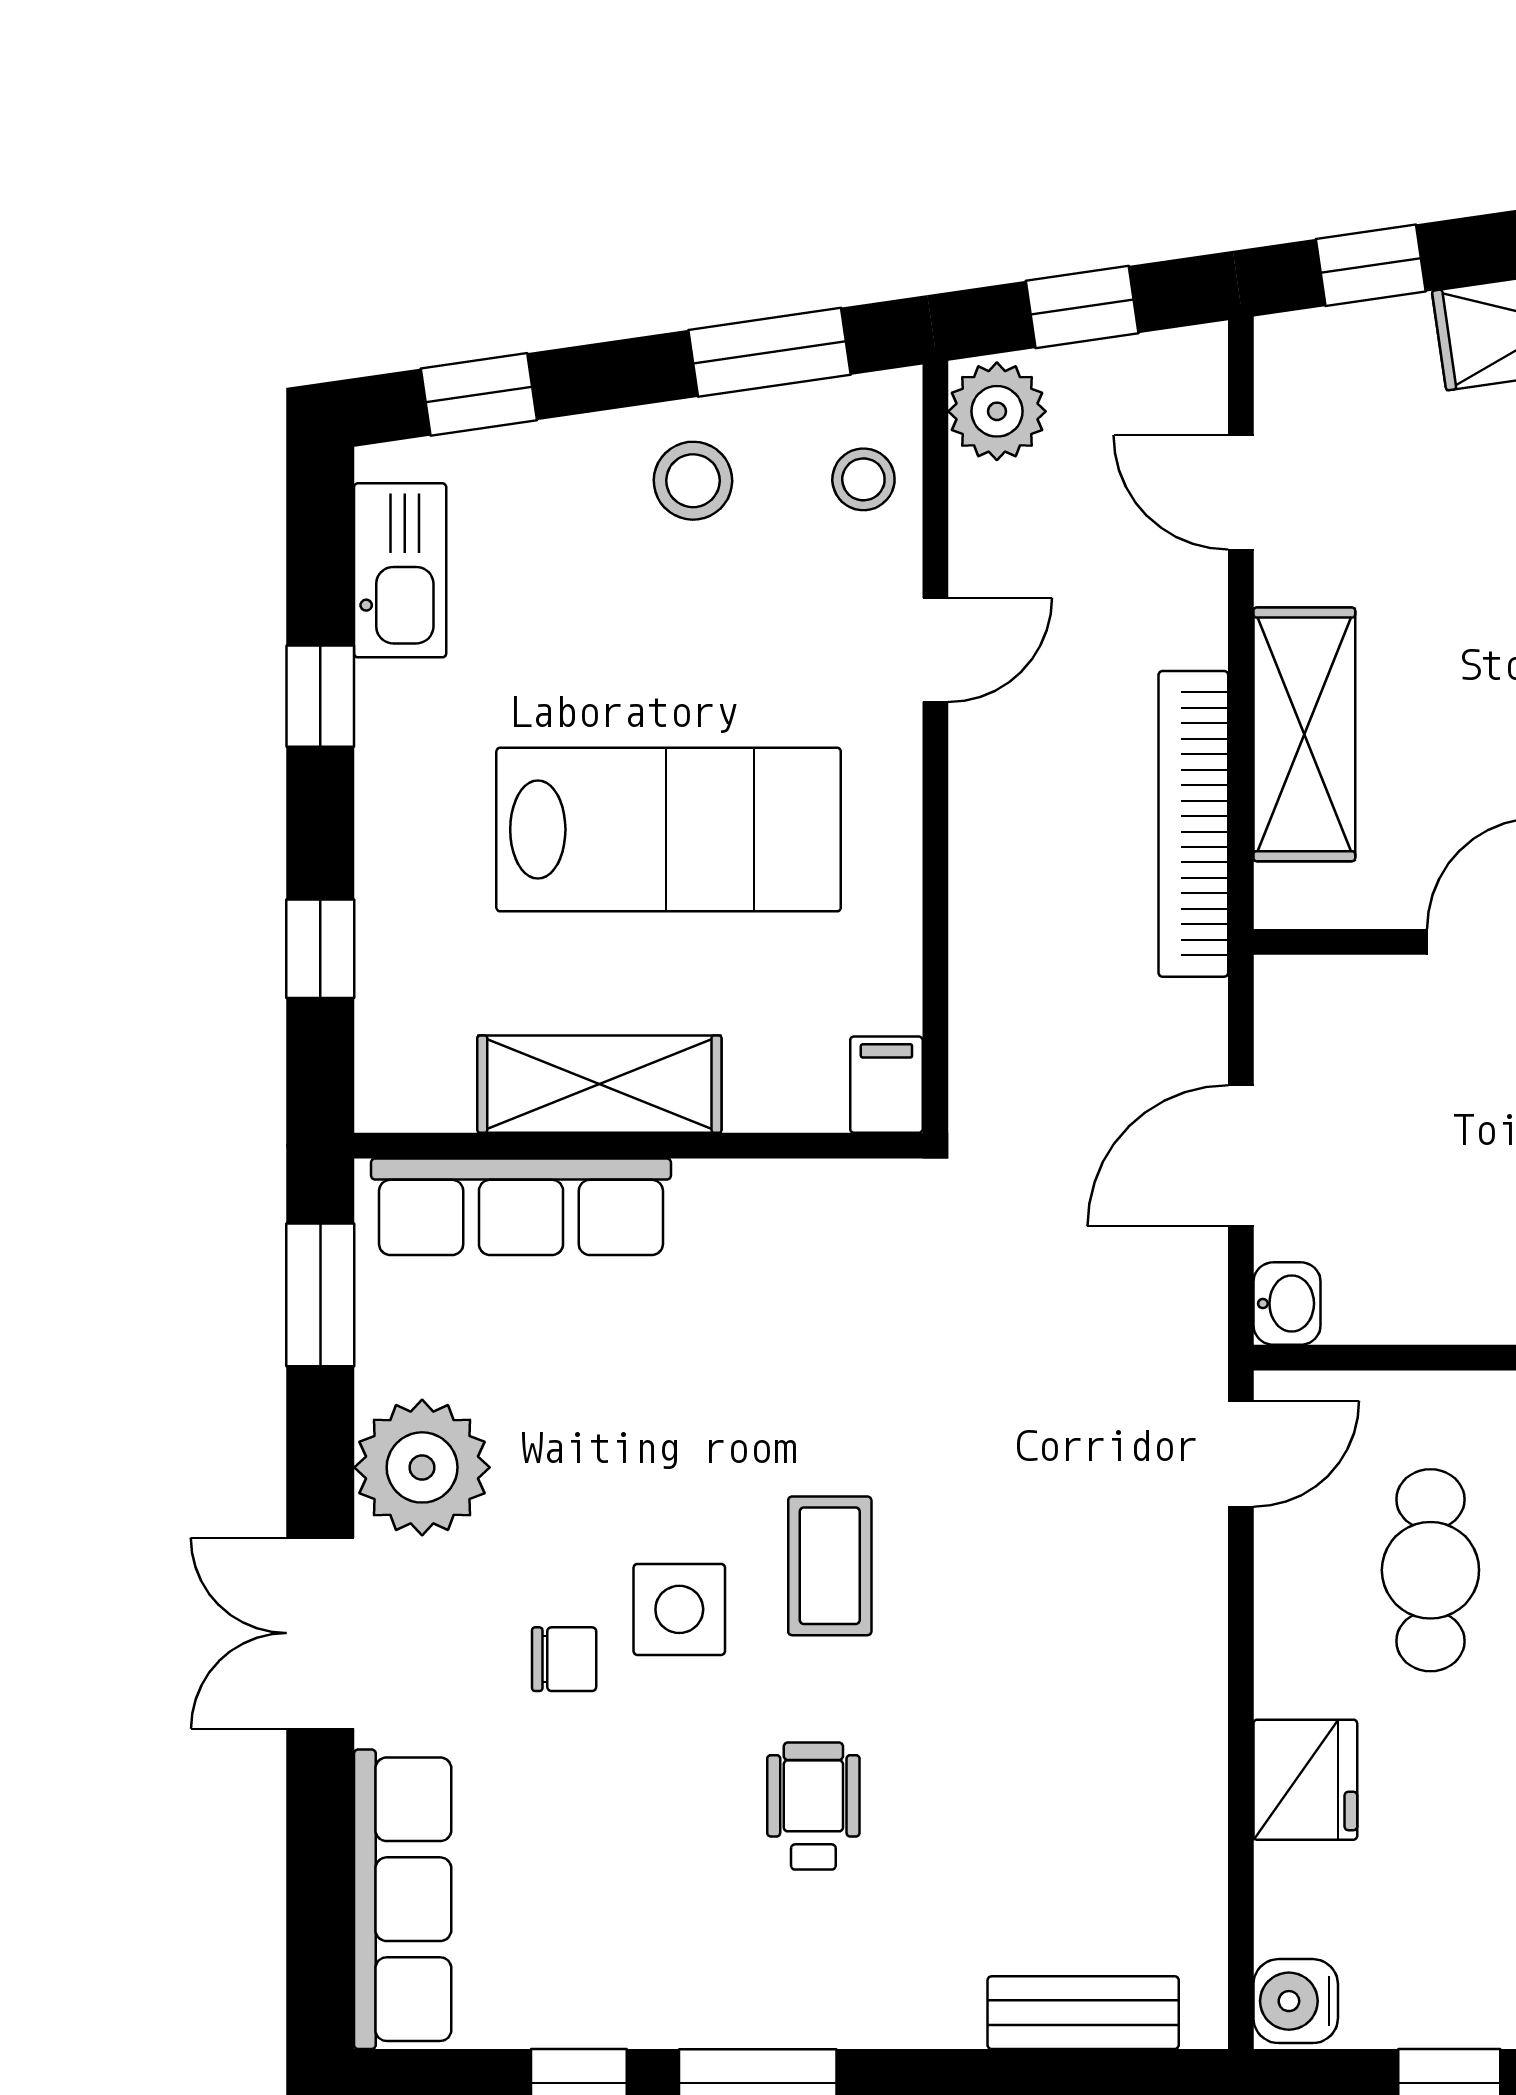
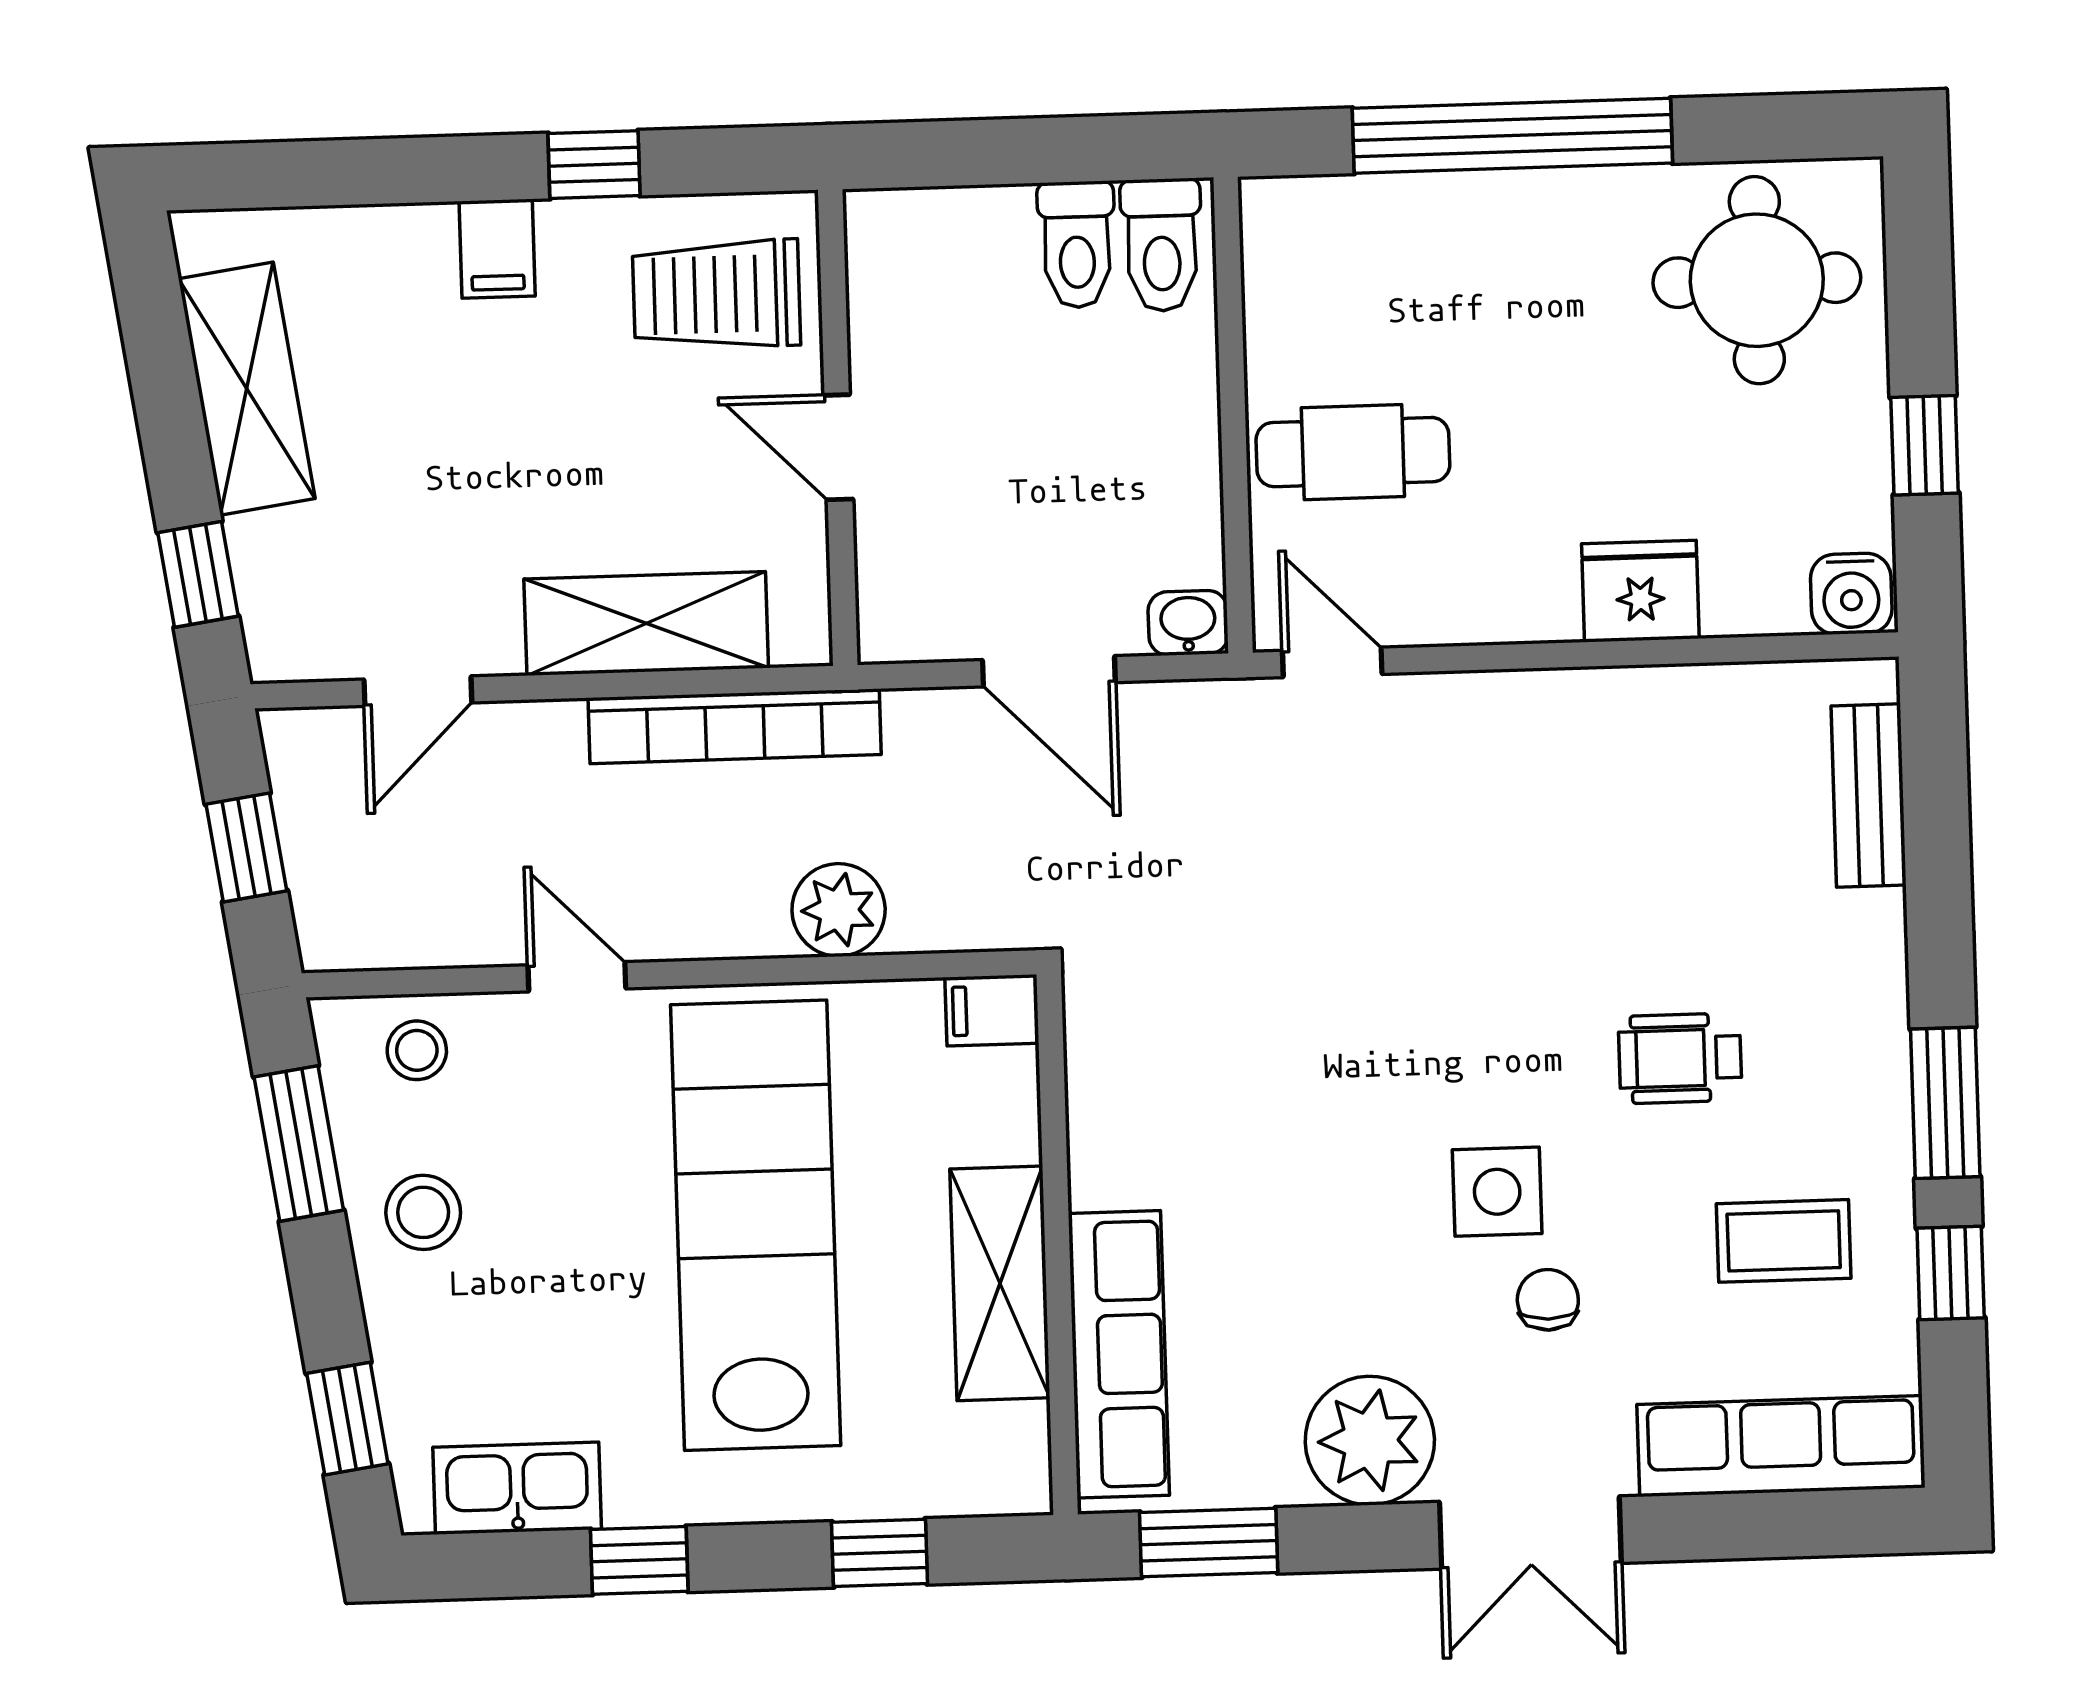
plant: (997, 411) -> (839, 910), moved
lab bench: (669, 830) -> (756, 1225), width x1.36
coffee table: (830, 1566) -> (1784, 1241), moved
cafe table: (1430, 1570) -> (1353, 452), moved

